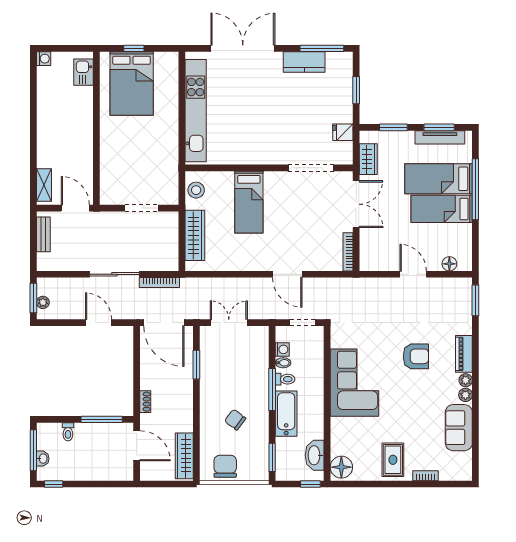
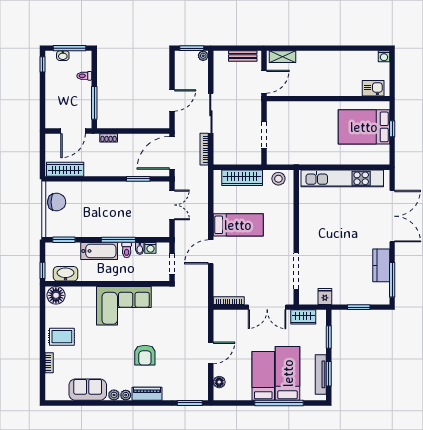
bed: (249, 202) -> (238, 225), moved, turned 180
plant: (43, 302) -> (203, 56), moved
chair: (235, 420) -> (94, 210), removed

